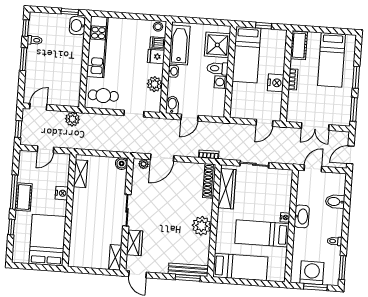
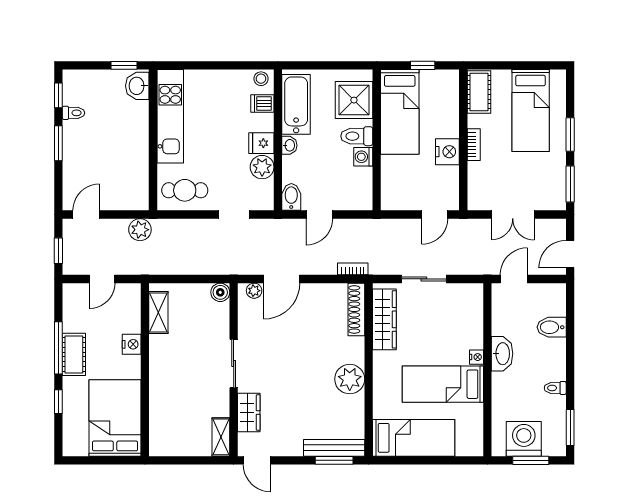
fridge: (156, 56) -> (261, 143), moved

